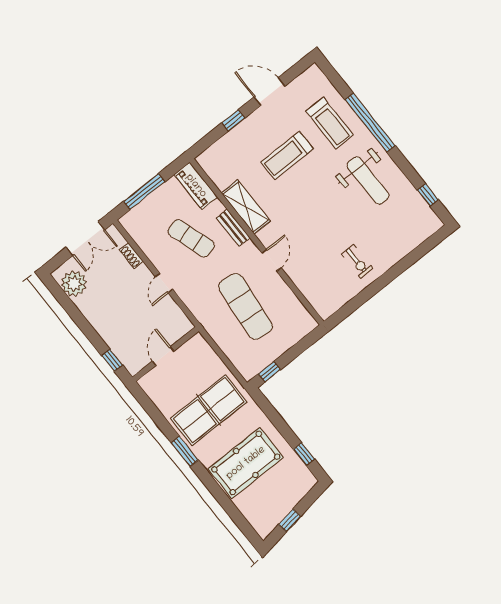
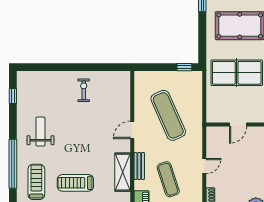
treadmill: (287, 155) -> (75, 183), turned 180
weight bench: (368, 180) -> (40, 131), width x0.73, depth x0.75
exercise mat: (246, 306) -> (168, 115), turned -30

